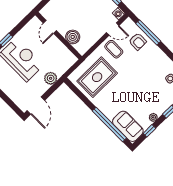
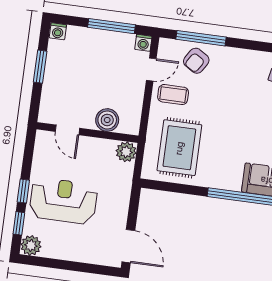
armchair: (138, 41) -> (196, 61), turned 122
plant: (51, 78) -> (126, 152), moved

